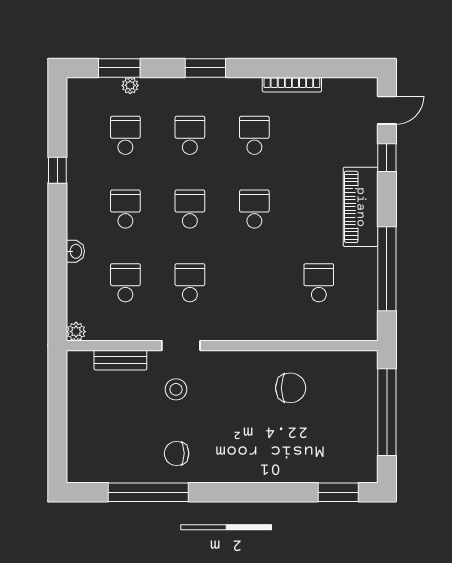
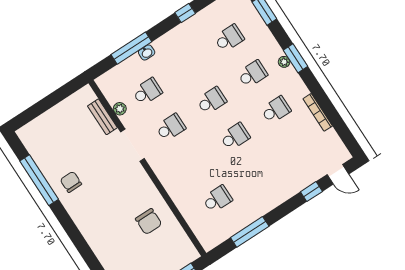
plant: (130, 85) -> (284, 62), moved
piano: (361, 207) -> (275, 195), removed
school desk: (125, 209) -> (188, 65), removed
window: (57, 267) -> (131, 48), added
window: (387, 269) -> (250, 232), width x0.68
plant: (76, 332) -> (120, 109), moved
doorway: (181, 346) -> (132, 145), width x1.38
stool: (176, 389) -> (106, 158), removed

